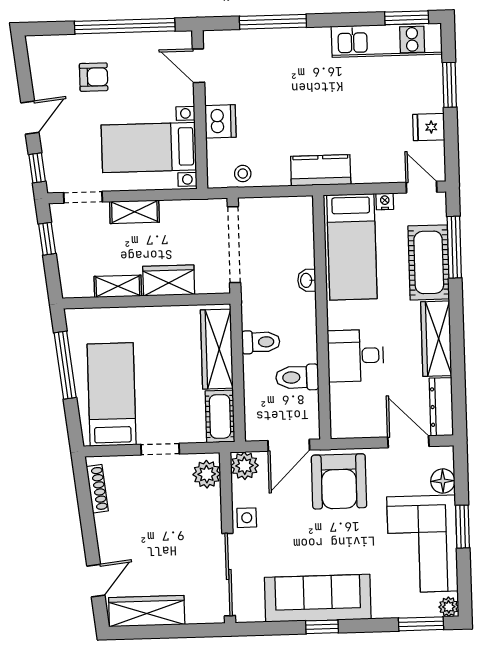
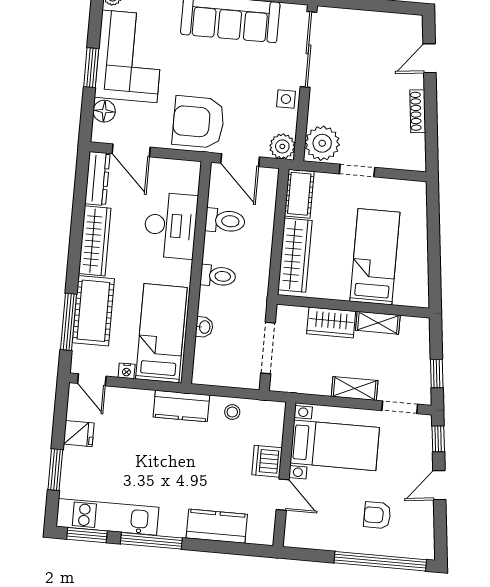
window: (273, 22) -> (151, 541), moved
window: (125, 26) -> (380, 561), moved
kitchen counter: (267, 44) -> (217, 526), added
door: (198, 66) -> (283, 495), moved
stool: (243, 174) -> (232, 412), moved
doorway: (234, 245) -> (268, 348), width x0.73
washbasin: (307, 280) -> (204, 327), moved
toilet: (261, 342) -> (218, 276), moved, turned 180
desk: (356, 356) -> (171, 225), width x1.37
window: (65, 365) -> (434, 257), removed
bed: (112, 394) -> (375, 257), moved, turned 180
door: (289, 445) -> (240, 160), swing flipped
plant: (207, 474) -> (322, 143), width x1.36, depth x1.36
armchair: (339, 481) -> (198, 122), turned -90
shoe rack: (97, 489) -> (418, 111), moved
wardrobe: (147, 611) -> (387, 25), removed

